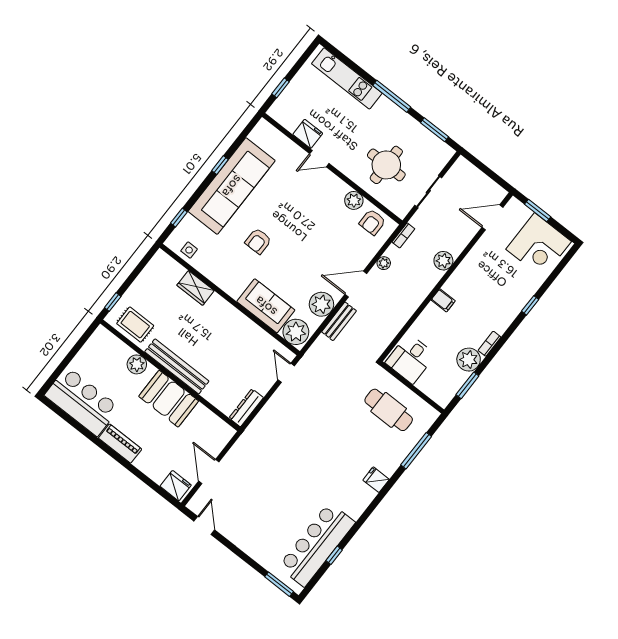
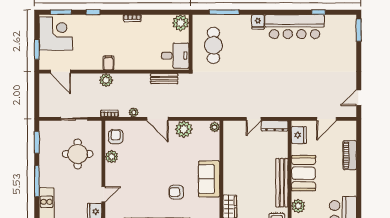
door: (319, 159) -> (103, 194), hinge flipped
armchair: (372, 222) -> (116, 137), turned -90
armchair: (258, 241) -> (176, 192), turned 180
filing cabinet: (443, 300) -> (108, 63), moved
sofa: (266, 306) -> (209, 179), moved
bench: (339, 321) -> (164, 79), moved
plant: (296, 332) -> (215, 127), width x0.53, depth x0.53
plant: (469, 360) -> (181, 23), moved
door: (286, 373) -> (254, 119), moved
window: (467, 385) -> (61, 12), moved
piano: (120, 444) -> (350, 155), moved
fridge: (176, 486) -> (299, 135), moved, turned 180
bar counter: (317, 545) -> (295, 27), moved

